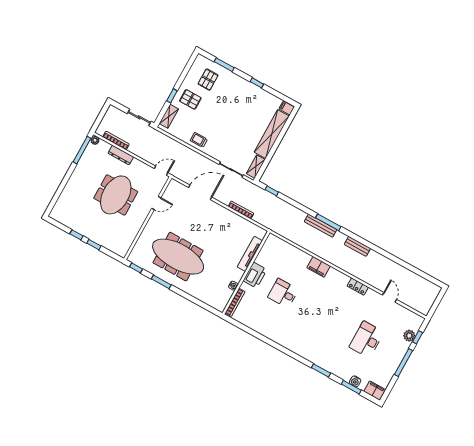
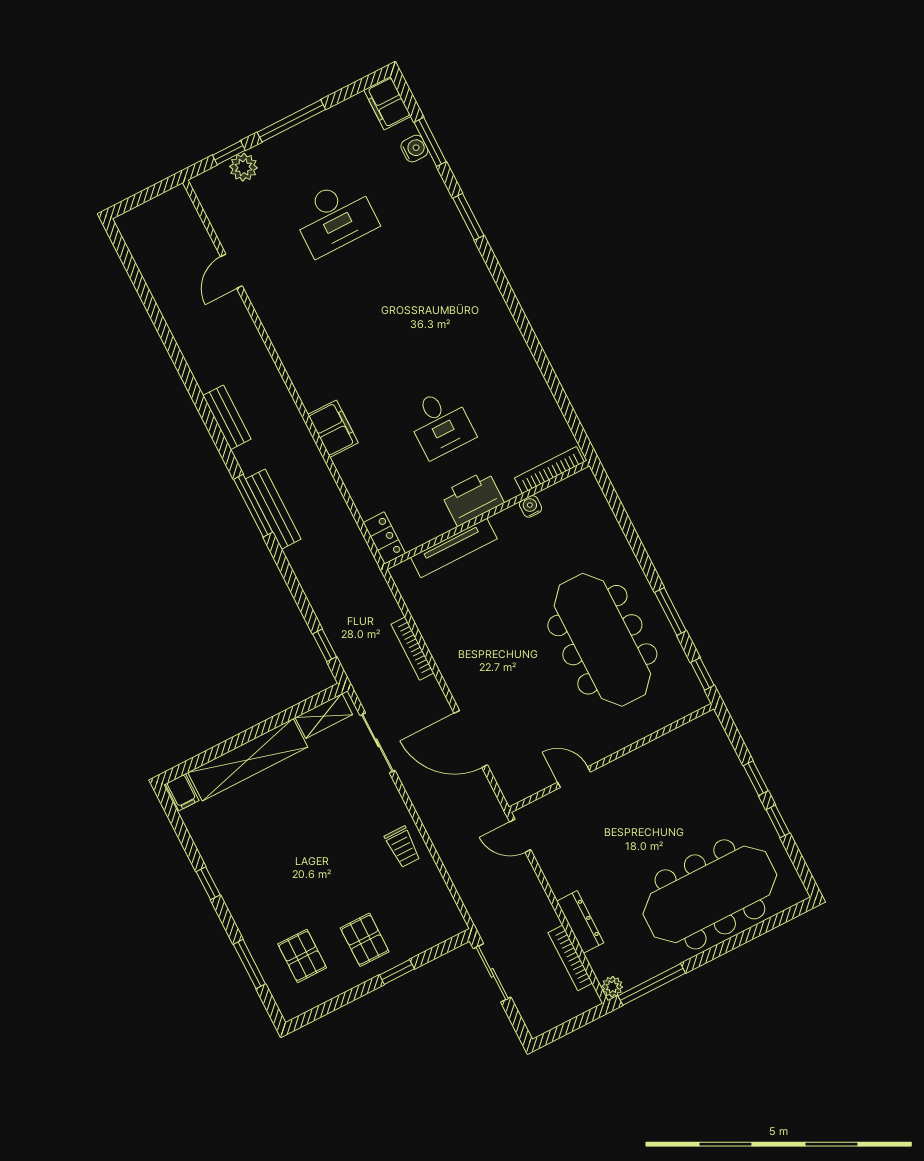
pallet: (208, 80) -> (302, 956), turned 90
shelving: (169, 116) -> (431, 935), removed
meeting table: (116, 195) -> (710, 894), moved, width x1.36
locker: (358, 287) -> (384, 538), moved

